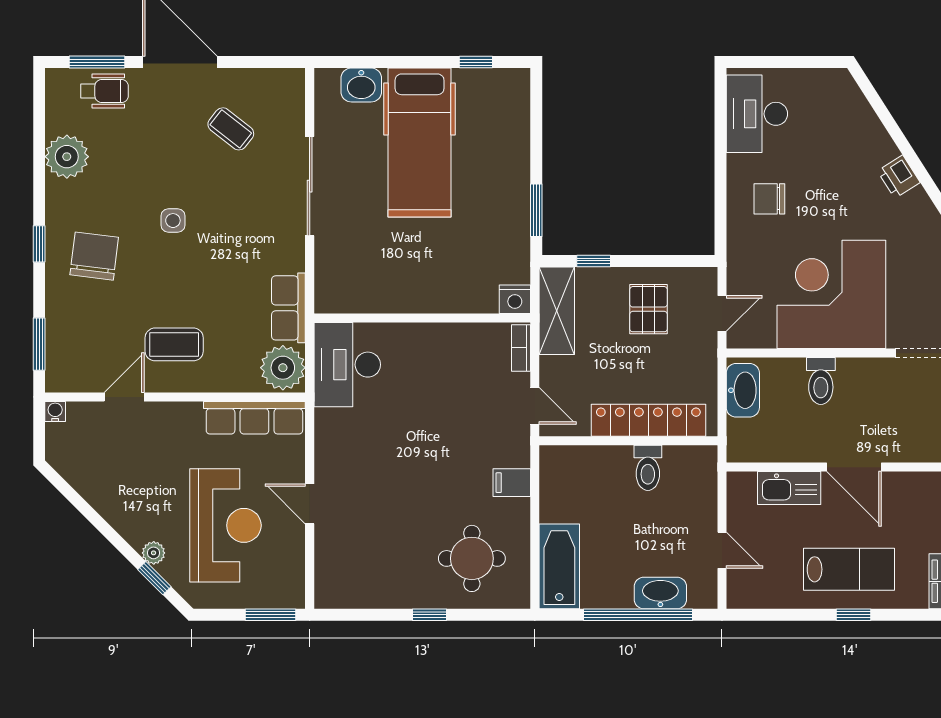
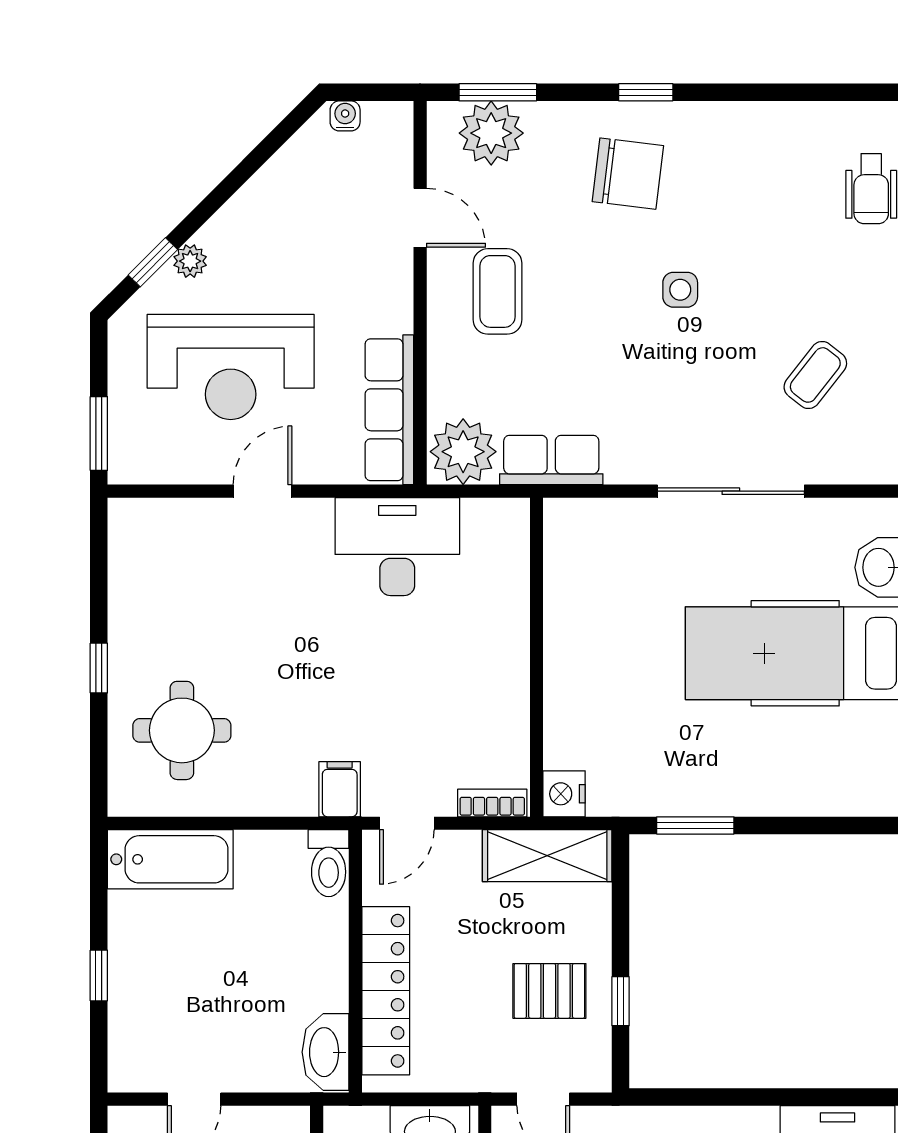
plant: (67, 157) -> (491, 133), moved
window: (594, 261) -> (621, 1001), moved
desk: (347, 365) -> (397, 547), moved
water cooler: (55, 411) -> (345, 116), moved, turned -90
toilet: (648, 468) -> (329, 863), moved, turned -90
filing cabinet: (512, 483) -> (340, 789), moved
washbasin: (660, 593) -> (325, 1052), moved, turned 180
window: (638, 615) -> (99, 975), width x0.32

